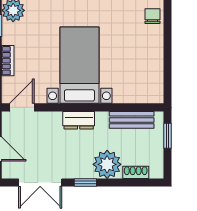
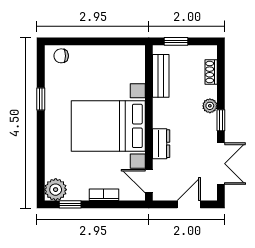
bed with nightstands: (79, 65) -> (108, 126), width x1.36
dresser: (79, 120) -> (161, 144), moved
plant: (107, 164) -> (210, 106), width x0.53, depth x0.53

